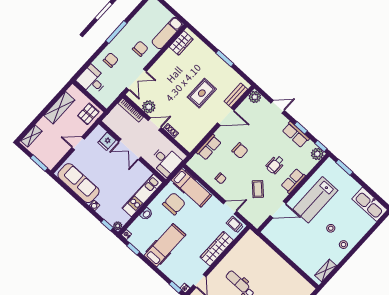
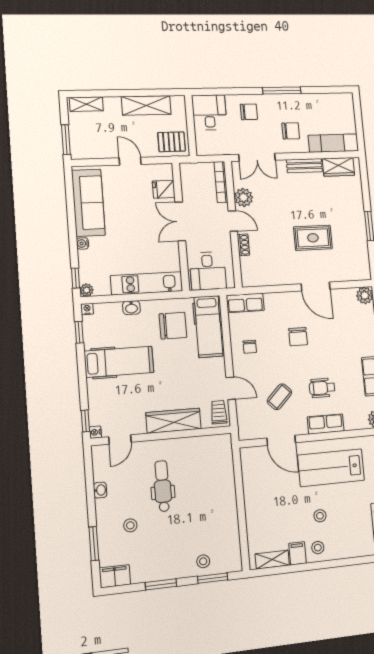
bench: (236, 95) -> (304, 166), moved
row of seats: (209, 147) -> (245, 303), moved
filing cabinet: (336, 256) -> (298, 553), added

